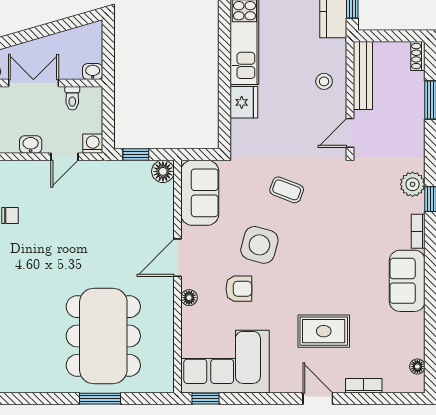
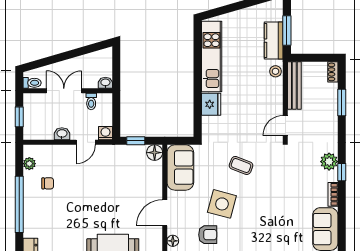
stool: (324, 81) -> (275, 71), moved

